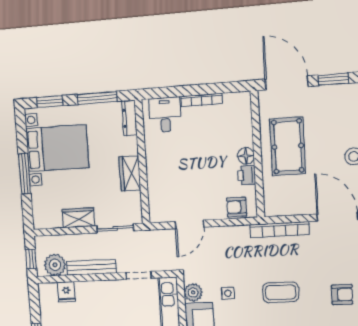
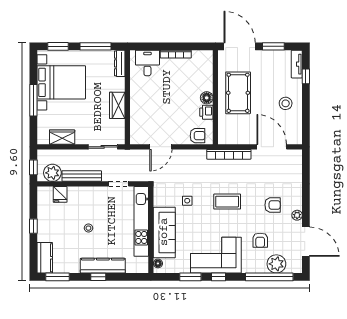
armchair: (237, 207) -> (197, 136), turned 180
wardrobe: (78, 218) -> (62, 137), moved
plant: (193, 292) -> (160, 199), removed

